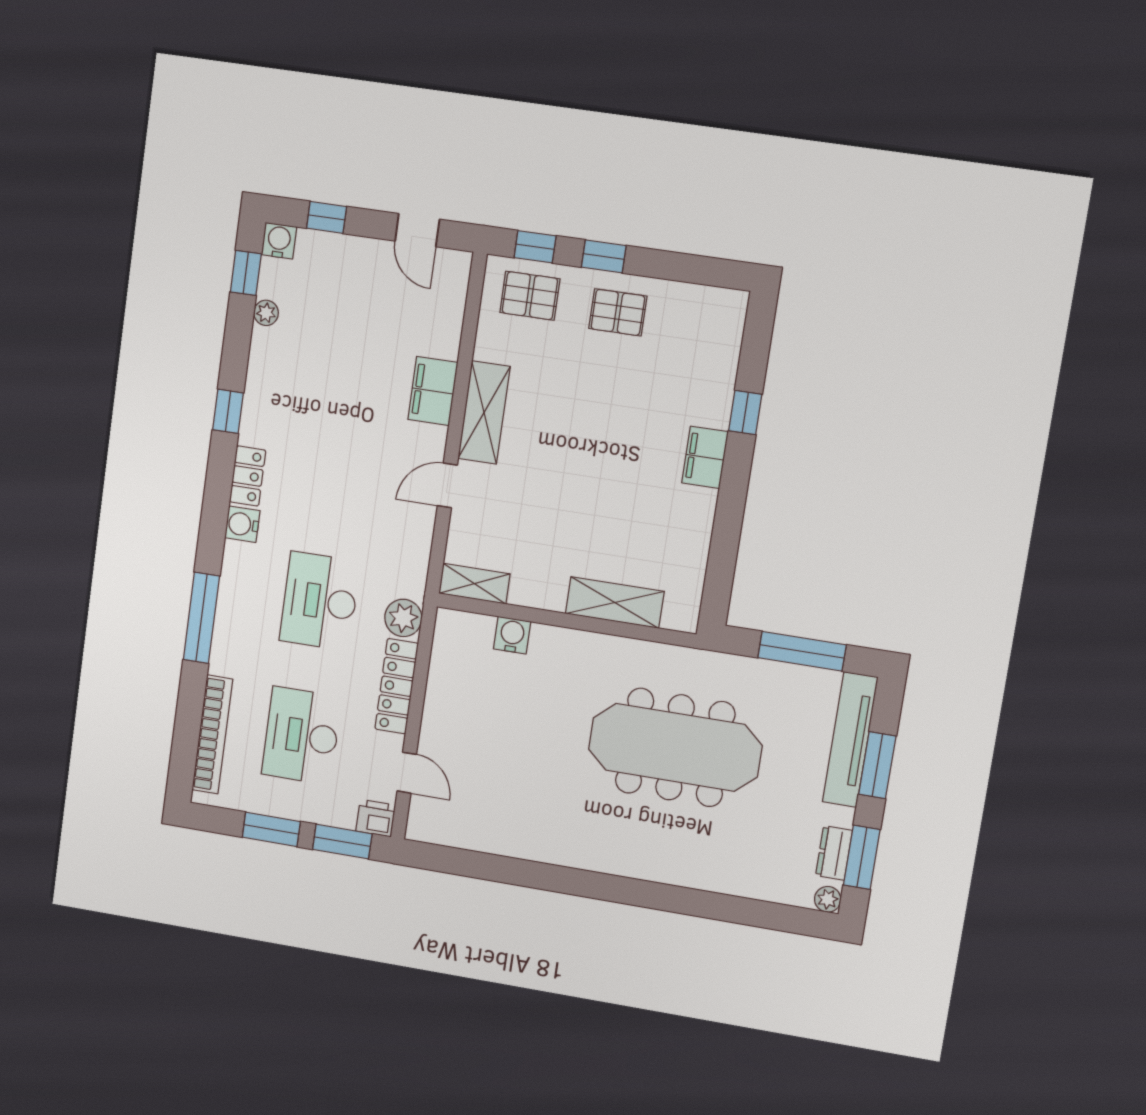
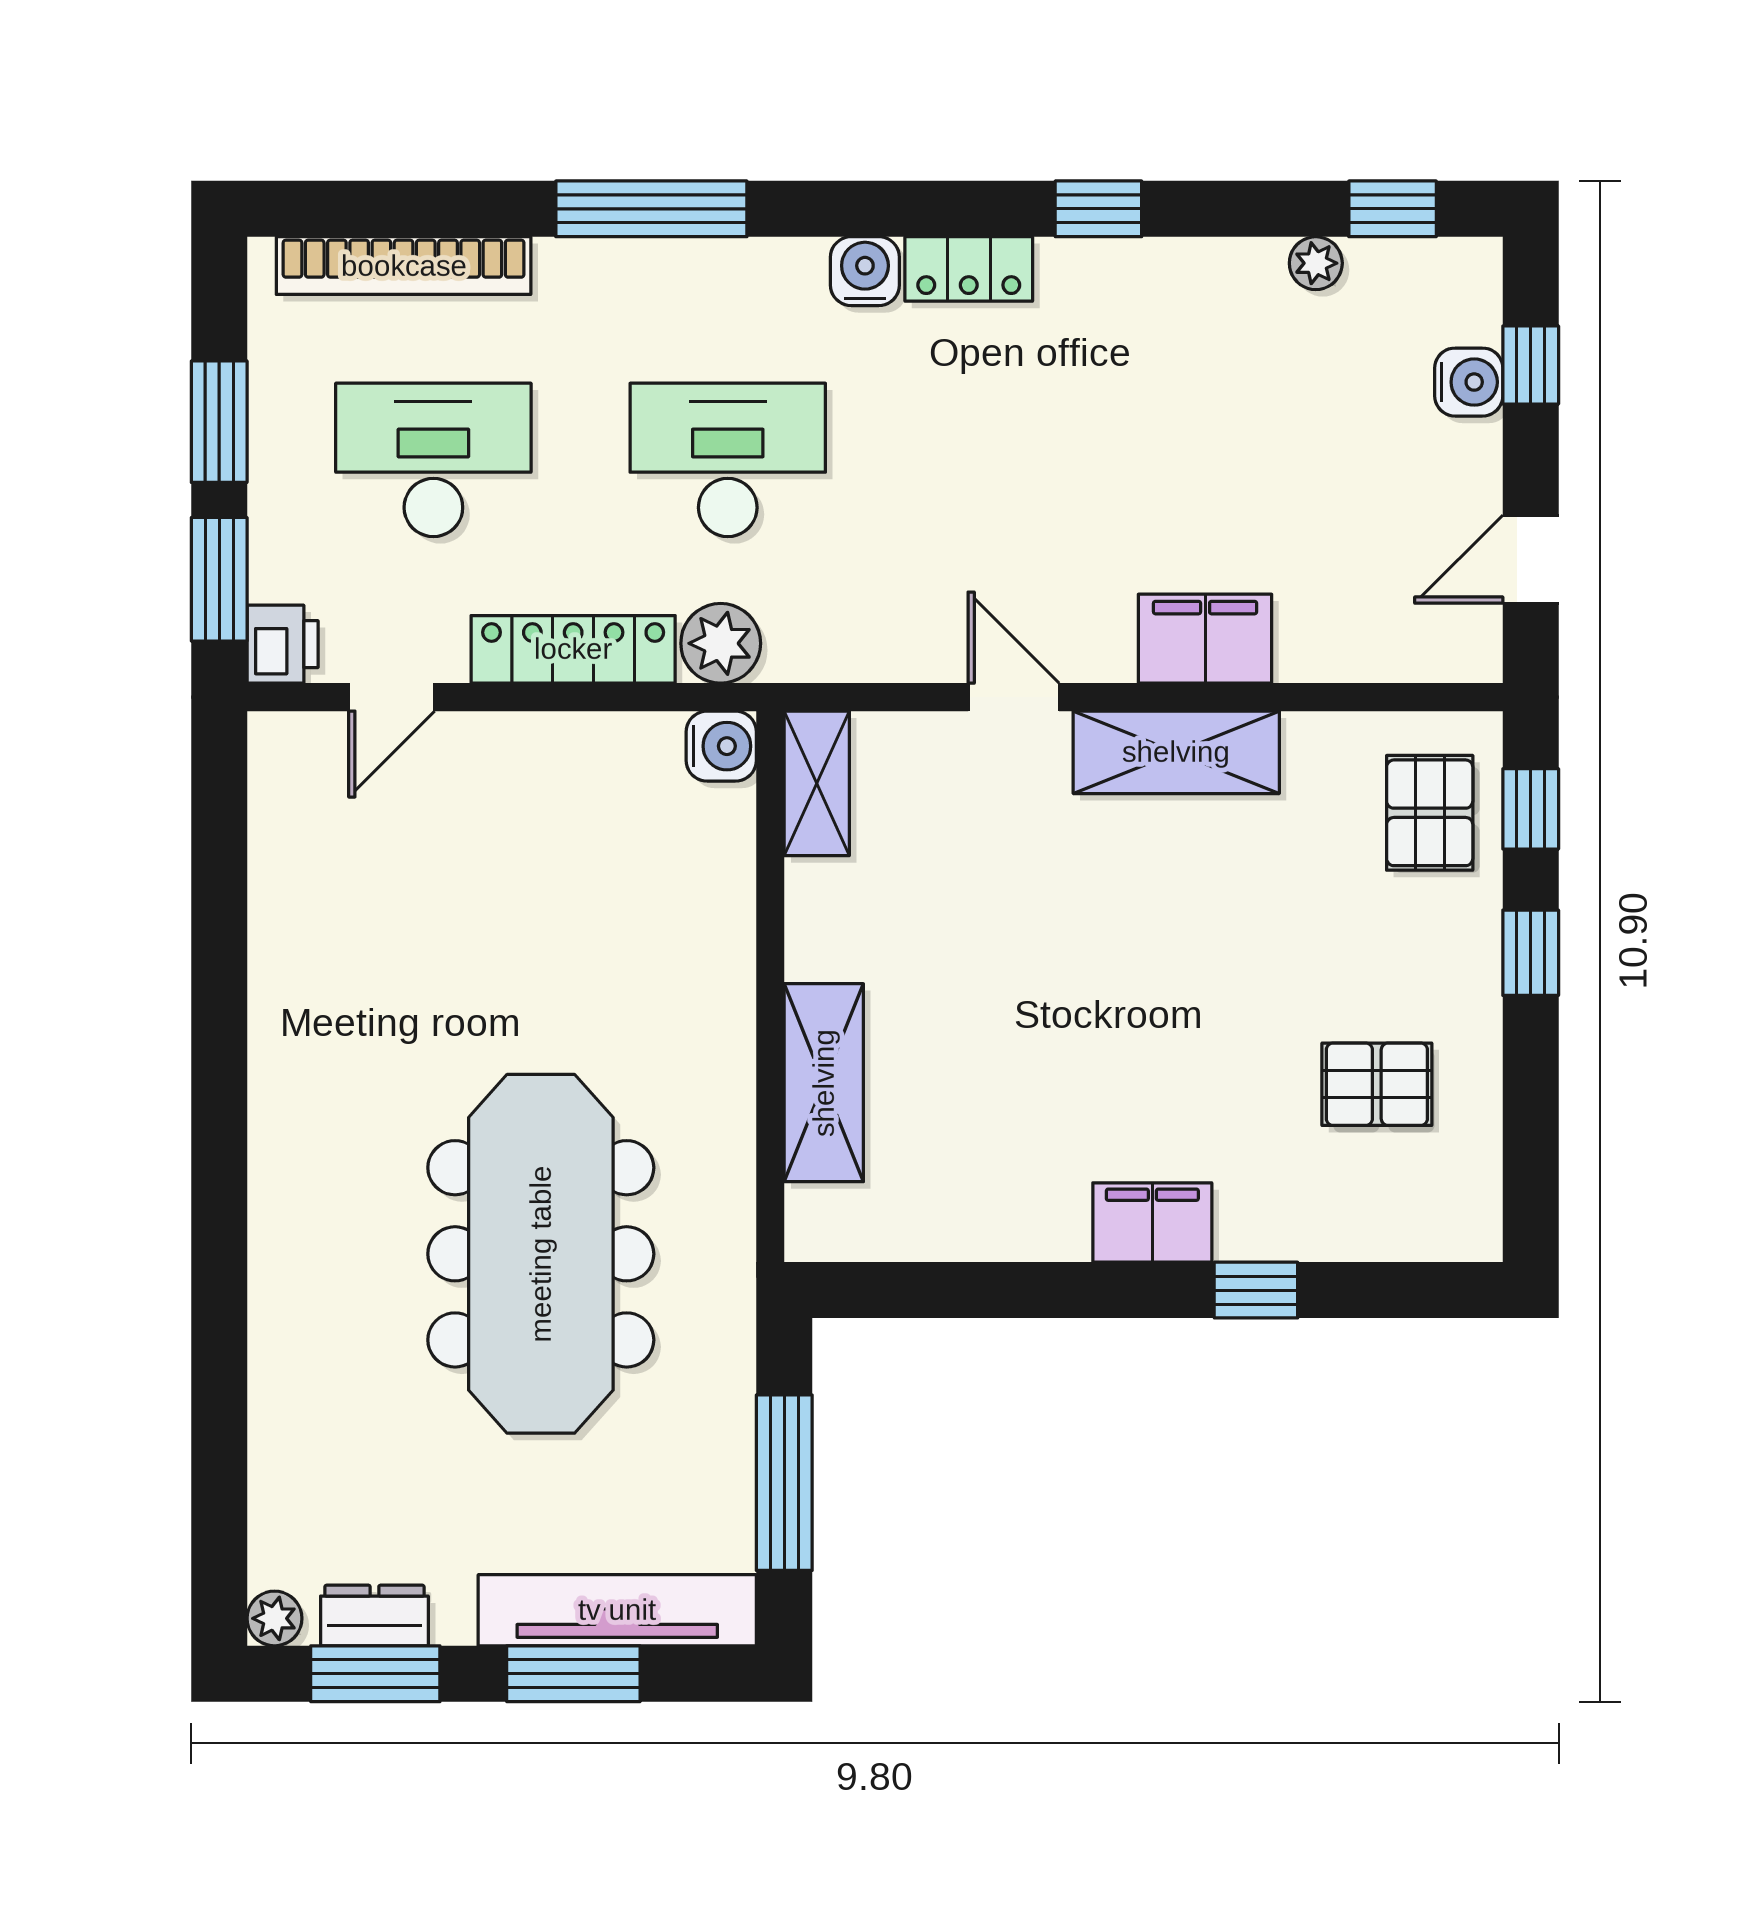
water cooler: (279, 241) -> (1469, 382), moved
pallet: (618, 312) -> (1377, 1084), moved, turned 90
water cooler: (512, 635) -> (721, 746), moved

